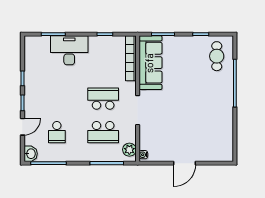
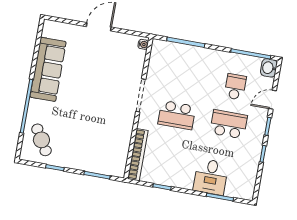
desk: (69, 50) -> (211, 177), width x0.73
cafe table: (217, 56) -> (41, 140), turned -31
sofa: (151, 63) -> (48, 69), moved, turned 180
school desk: (103, 132) -> (229, 124), moved
plant: (129, 150) -> (158, 53), removed

